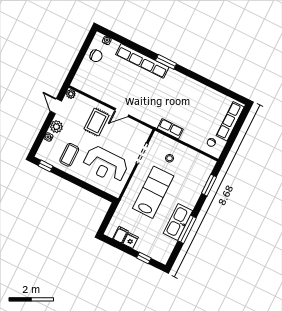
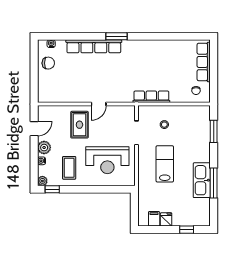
plant: (71, 94) -> (42, 181), moved
door: (56, 106) -> (34, 129), swing flipped
row of seats: (170, 129) -> (151, 97), width x1.48
lab bench: (153, 192) -> (165, 164), width x0.73, depth x0.72

